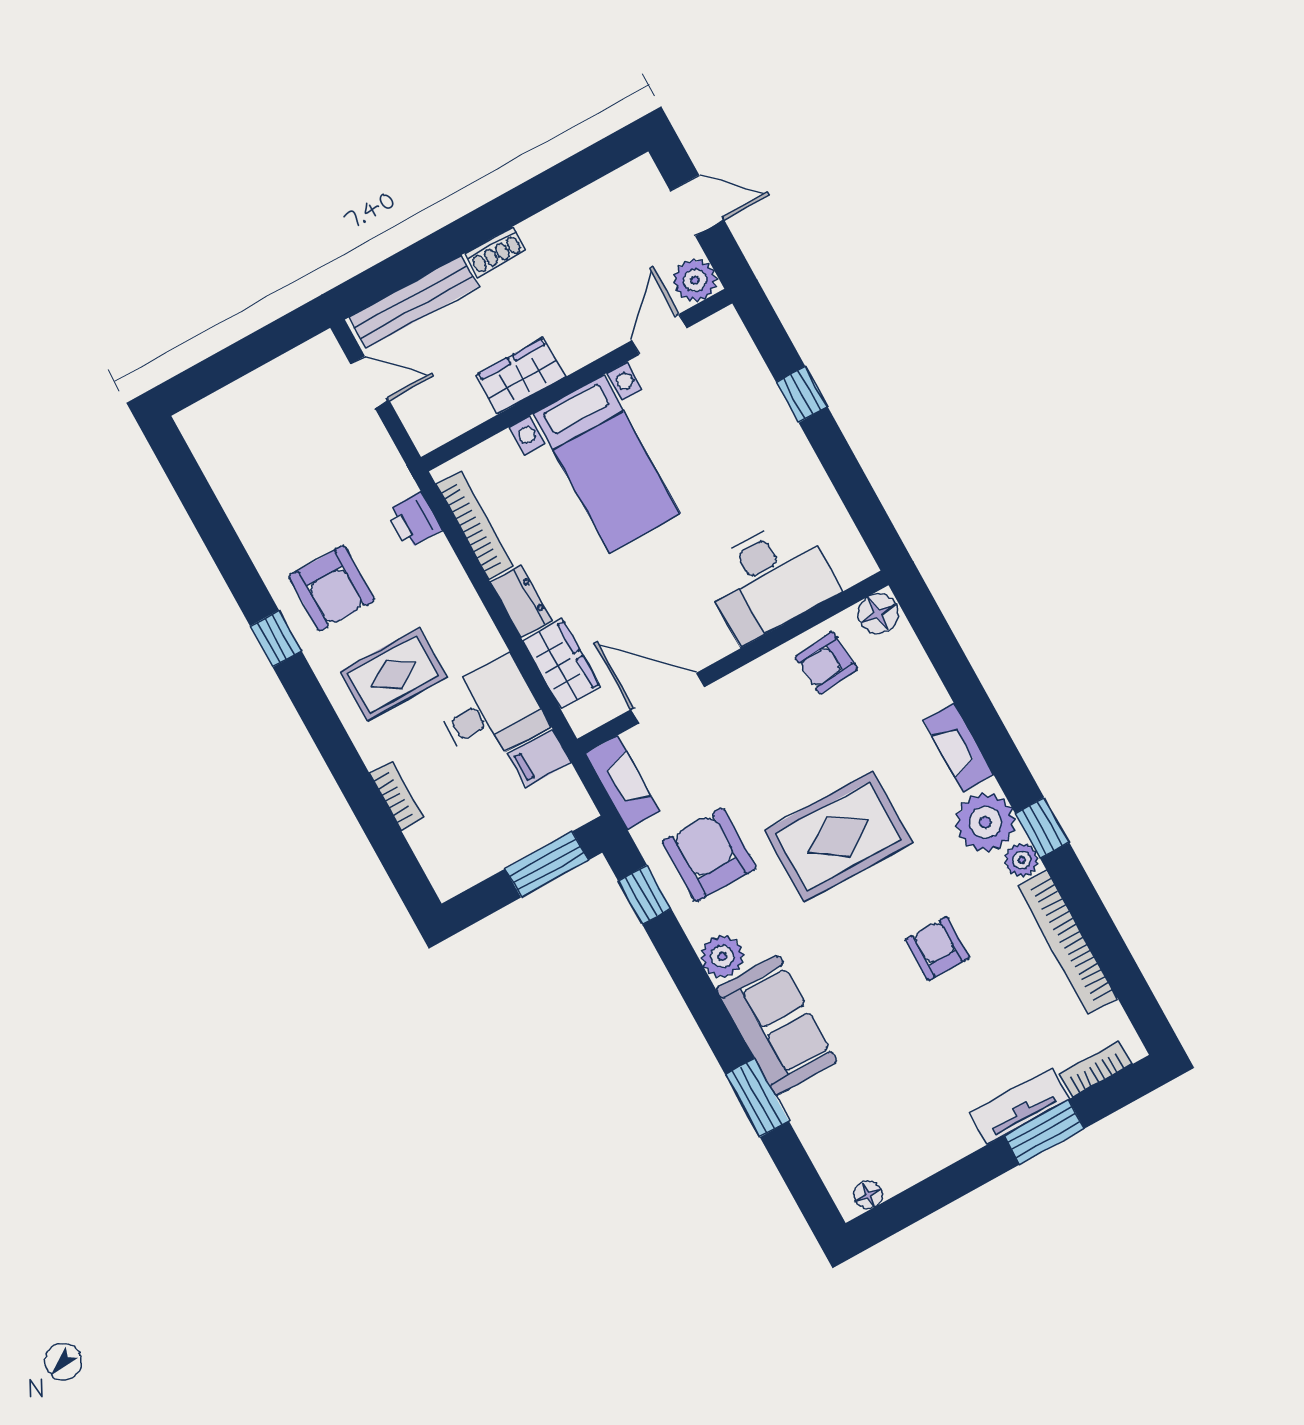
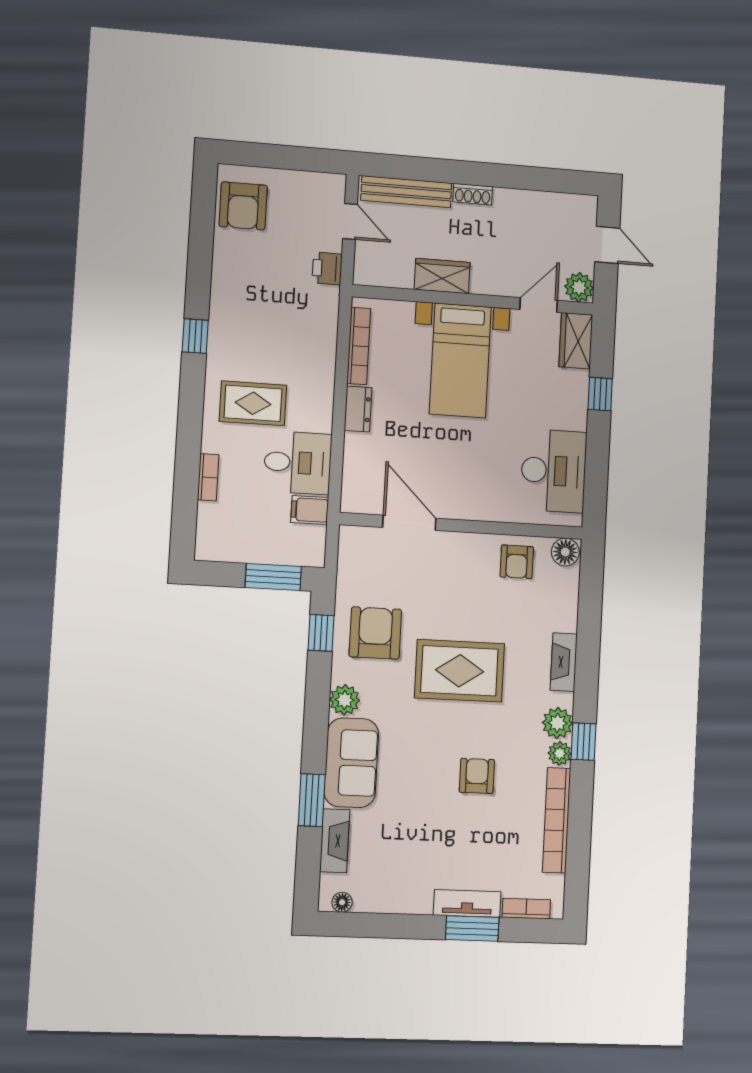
printer: (414, 520) -> (327, 268), moved
desk: (770, 580) -> (554, 471), moved, turned -90
armchair: (332, 588) -> (243, 206), moved
armchair: (826, 663) -> (517, 562), turned -85
wardrobe: (561, 664) -> (576, 341), moved, turned 180
fireplace: (622, 782) -> (335, 841), moved
plant: (985, 822) -> (557, 723), width x0.73, depth x0.73

